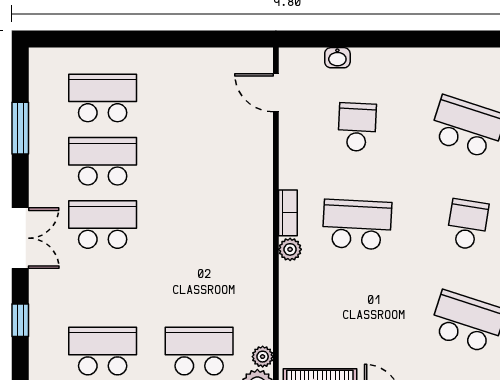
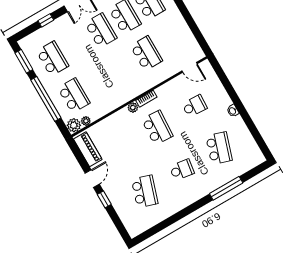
washbasin: (337, 58) -> (233, 111), moved
door: (276, 93) -> (190, 67), swing flipped
school desk: (199, 161) -> (146, 53), added

